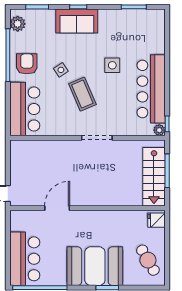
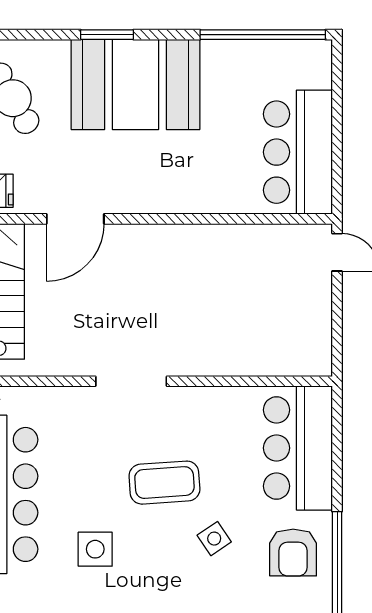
coffee table: (82, 94) -> (164, 483), turned -71
door: (57, 208) -> (75, 219), moved
bar counter: (25, 259) -> (298, 152), moved

